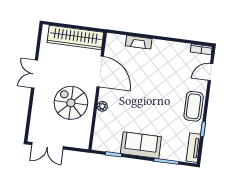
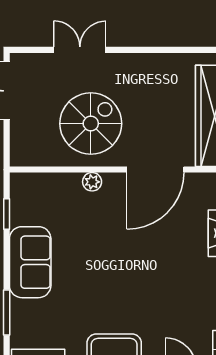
double door: (35, 74) -> (80, 50), moved

